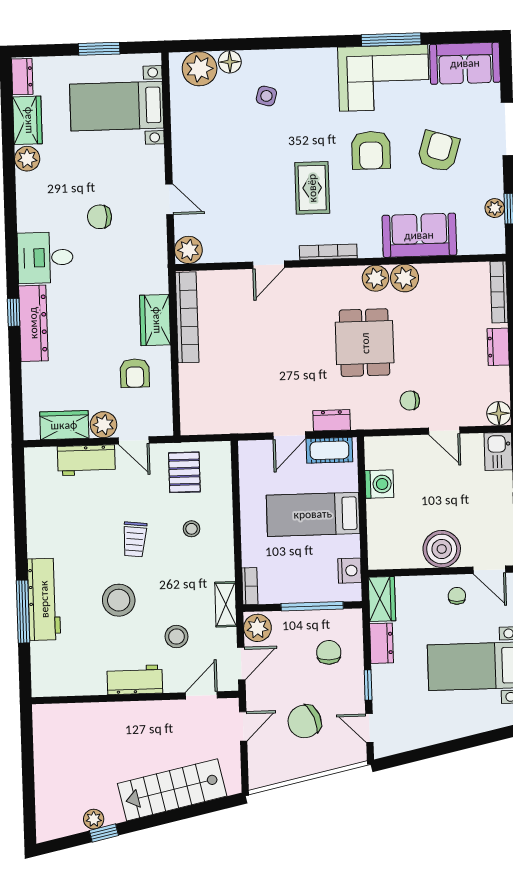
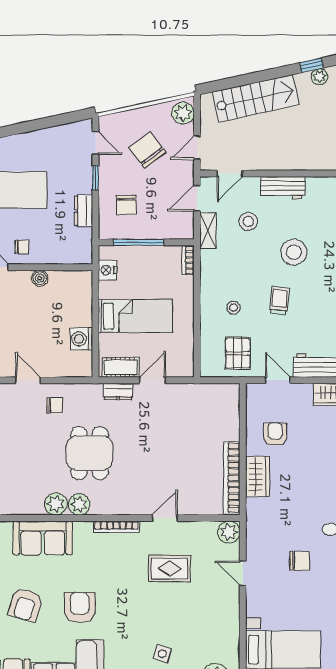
rug: (312, 188) -> (170, 568), moved, turned 90
plant: (104, 425) -> (302, 394), removed
boiler: (442, 549) -> (40, 278), width x0.54, depth x0.54
chair: (457, 596) -> (22, 247), turned -92
wardrobe: (382, 599) -> (82, 246), removed
shelving: (226, 604) -> (208, 231), moved
plant: (257, 628) -> (183, 113), moved
chair: (305, 721) -> (147, 150), turned -104

